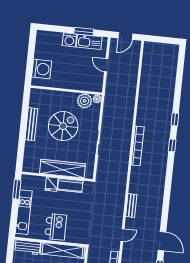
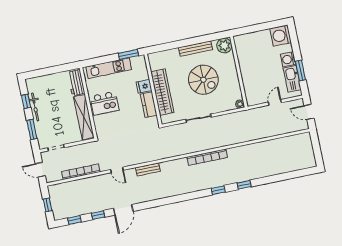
washing machine: (42, 69) -> (281, 36), moved, turned 90
plant: (85, 101) -> (224, 45), moved

